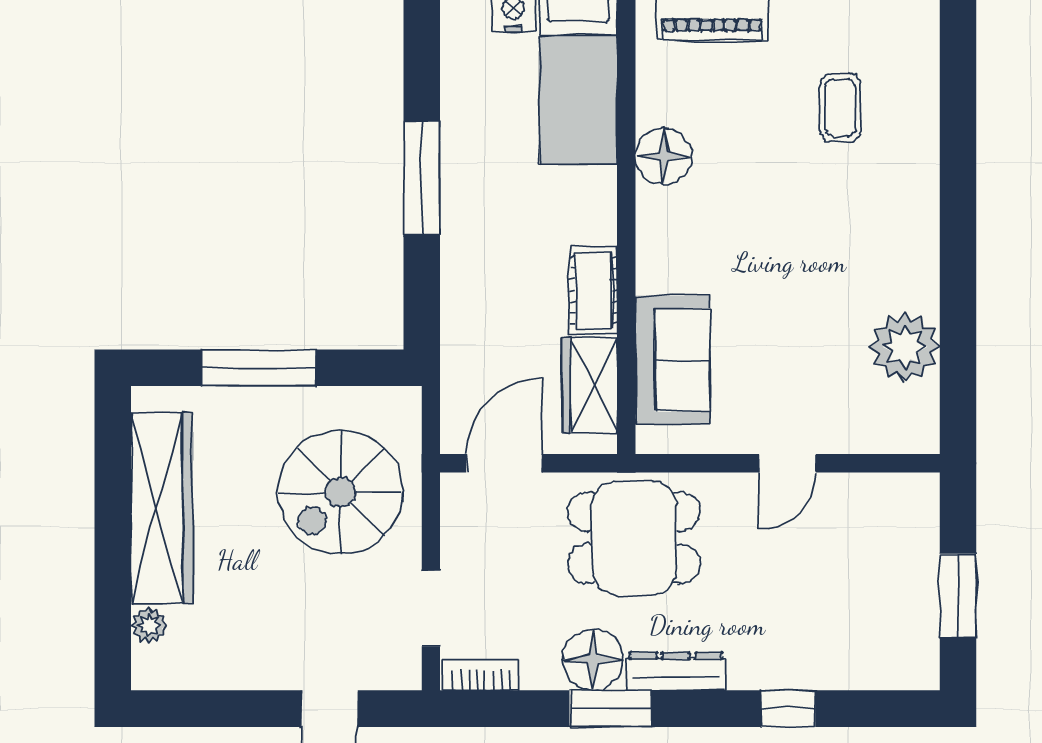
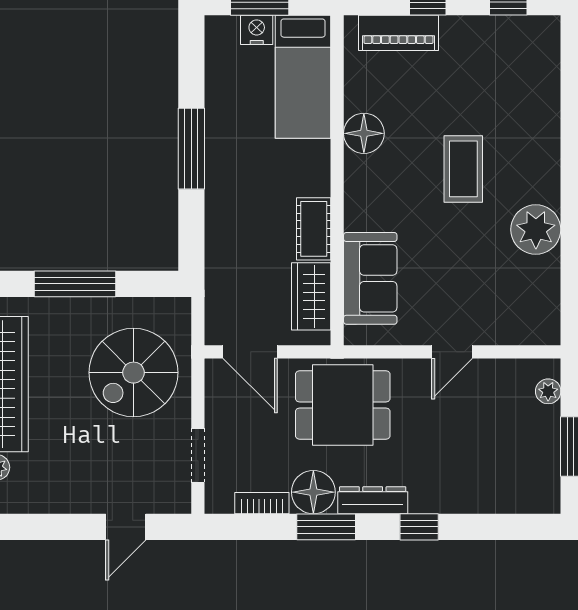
coffee table: (840, 108) -> (463, 169), moved, width x1.36, depth x1.30
plant: (905, 347) -> (536, 230), moved
door: (504, 463) -> (250, 352), swing flipped
plant: (922, 518) -> (548, 391), added
bookcase: (481, 675) -> (262, 503), moved
window: (788, 709) -> (419, 527), moved

